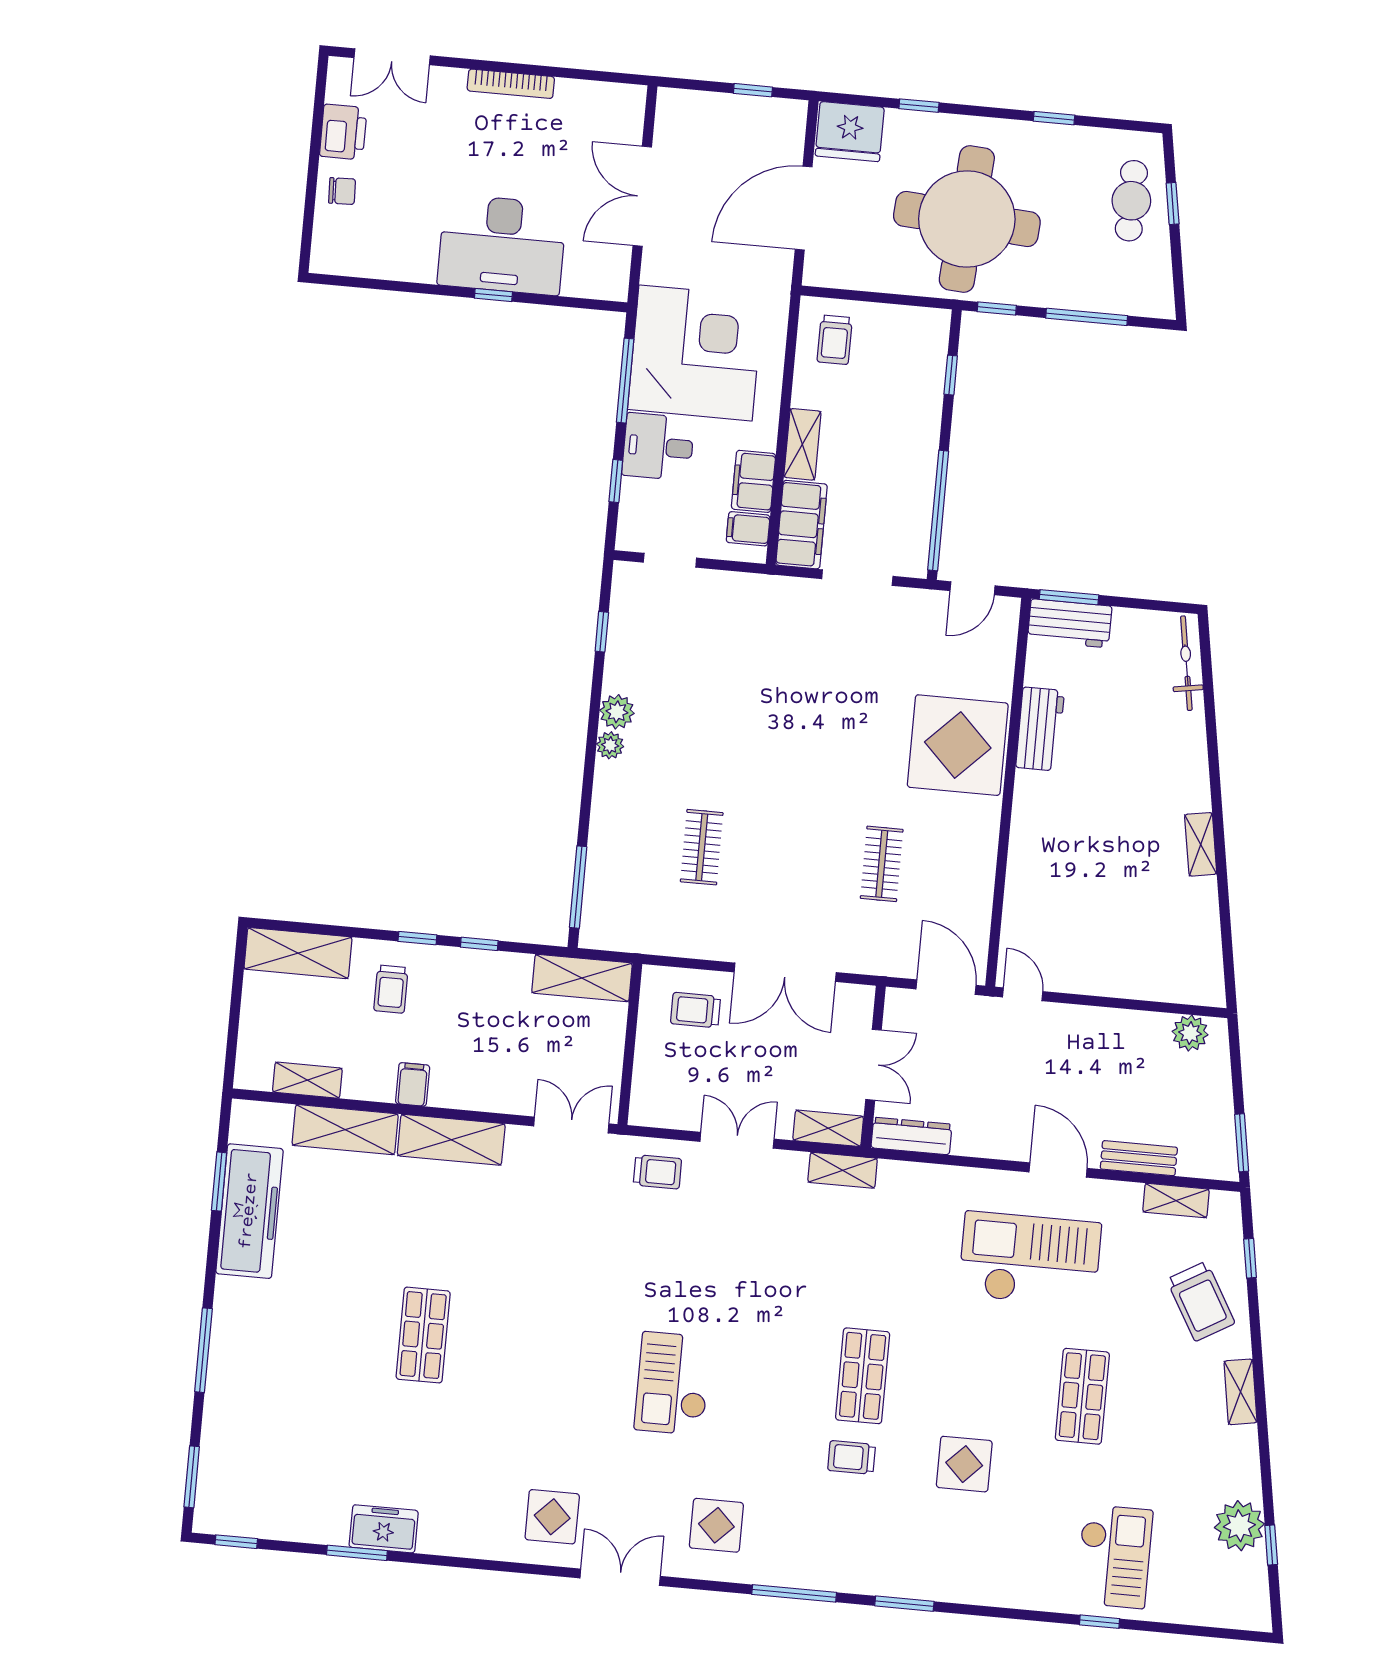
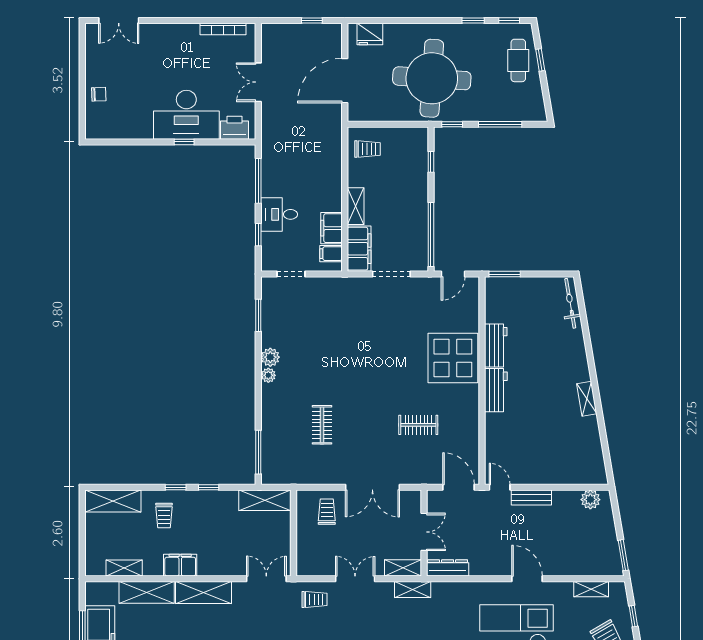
bookcase: (511, 84) -> (223, 29), moved
window: (919, 106) -> (509, 20), moved
printer: (343, 132) -> (234, 128), moved, turned -90
fridge: (850, 132) -> (370, 34), width x0.73, depth x0.75
double door: (642, 196) -> (258, 82), width x0.73
trolley: (835, 340) -> (368, 149), turned -90
corner desk: (696, 353) -> (294, 163), removed
workbench: (1070, 623) -> (496, 390), moved, turned -90
window: (602, 632) -> (258, 315), width x1.50
clothes rail: (882, 864) -> (418, 425), turned 90
trolley: (696, 1010) -> (327, 512), turned 90
filing cabinet: (413, 1084) -> (180, 565), width x2.00
bench: (1139, 1158) -> (531, 497), moved

